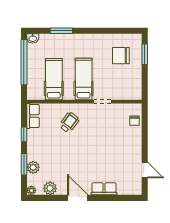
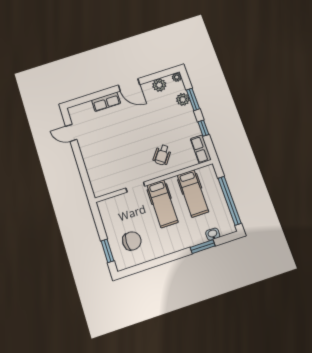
washbasin: (33, 38) -> (213, 234), moved
chair: (134, 121) -> (97, 178), removed

